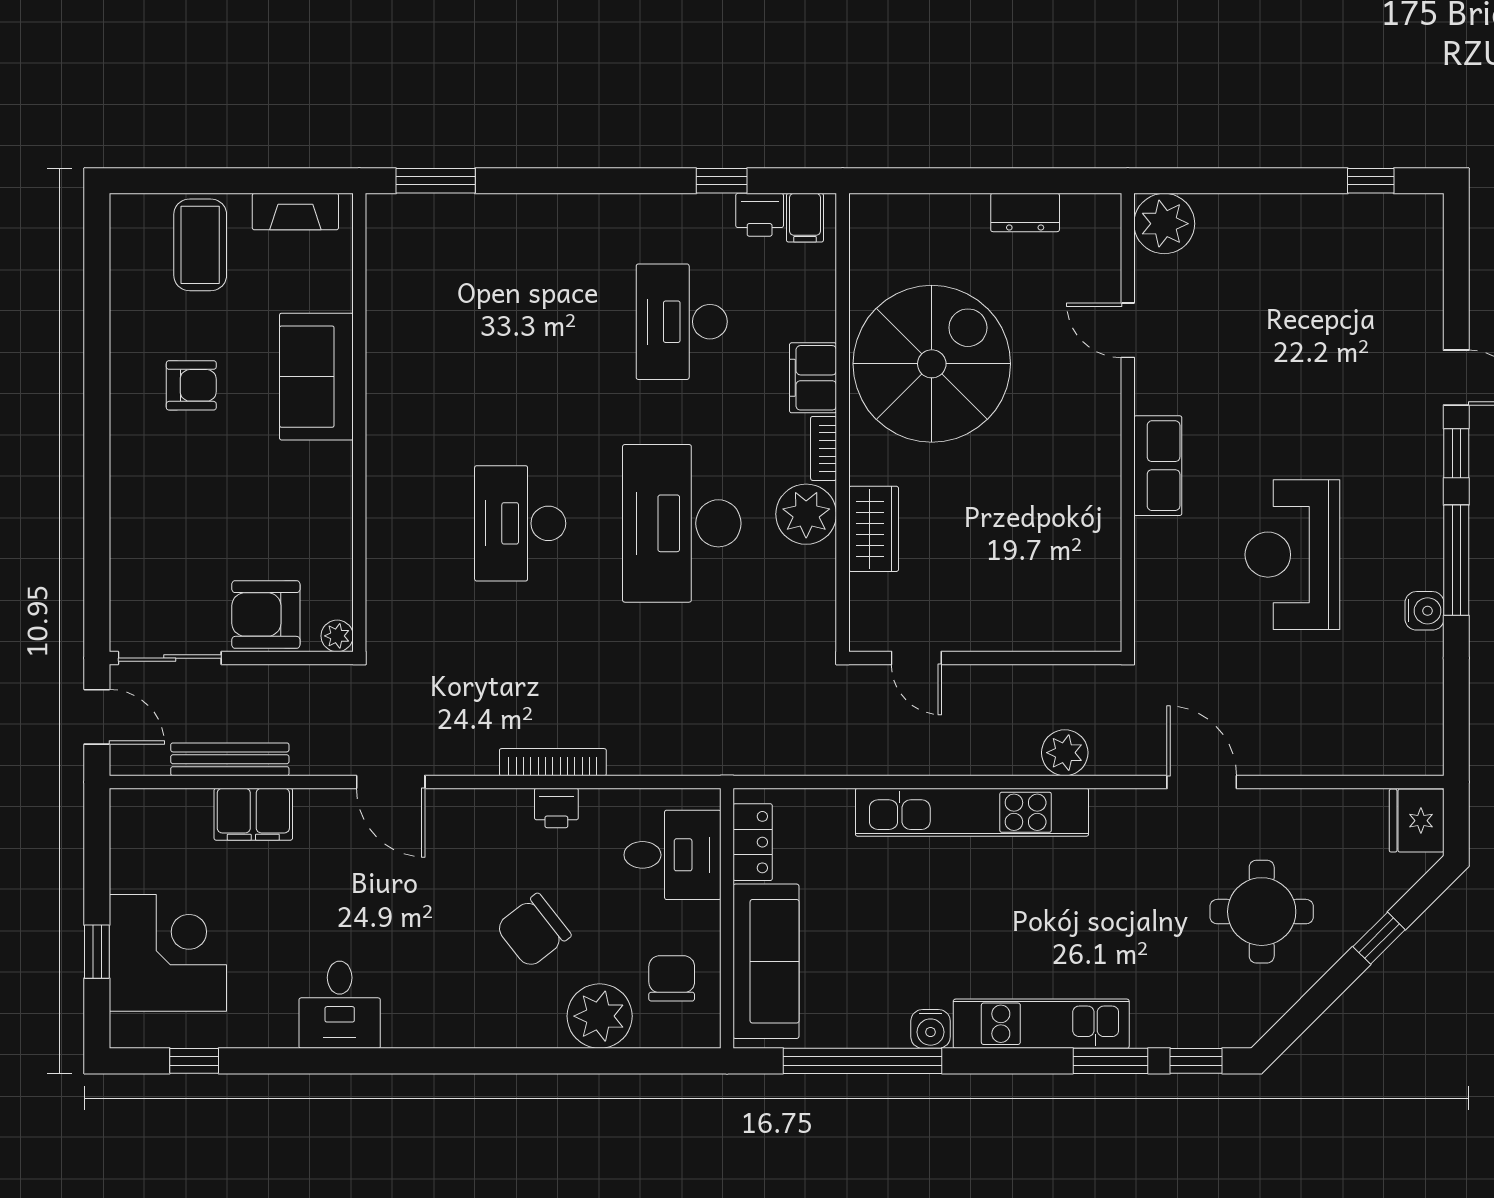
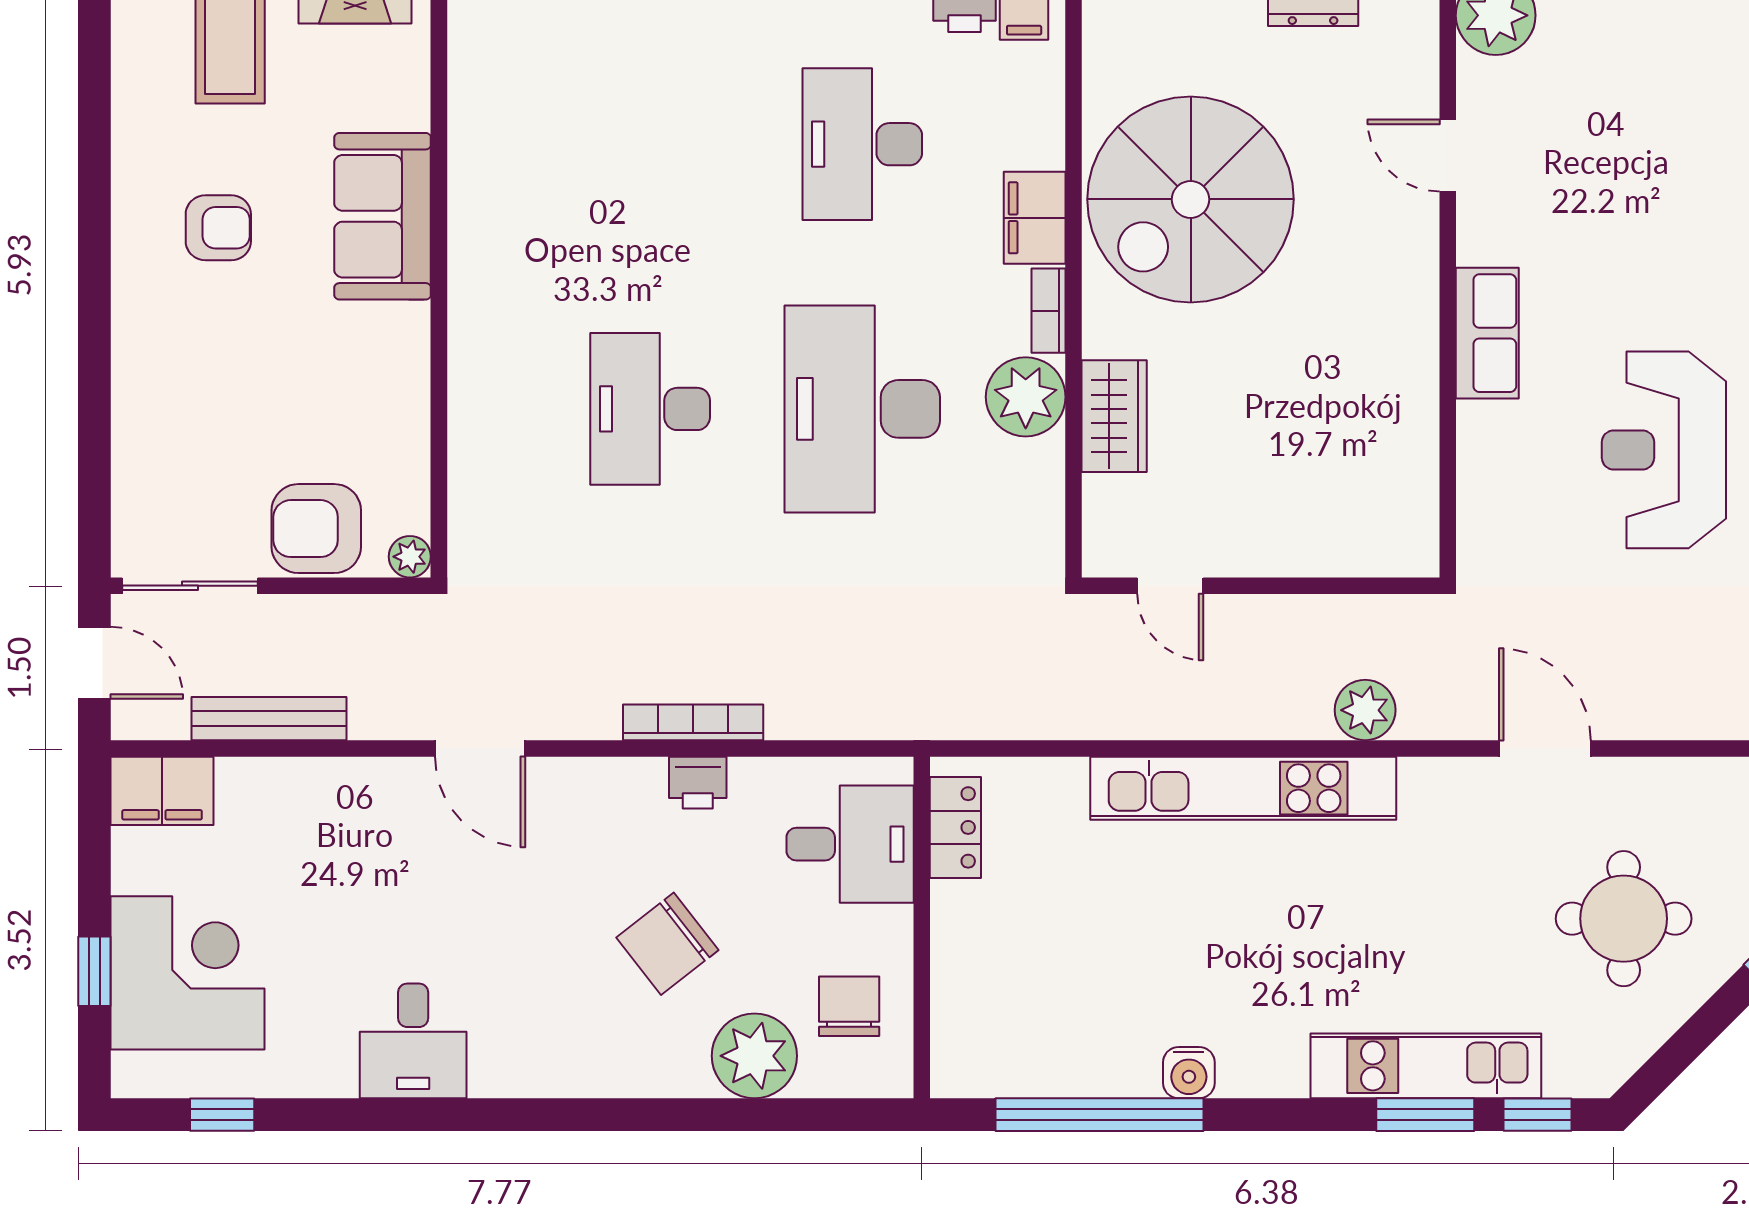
spiral stairs: (932, 364) -> (1191, 199), turned 180
filing cabinet: (253, 814) -> (162, 791), moved
sofa: (766, 961) -> (973, 984), removed
kitchen unit: (1041, 1024) -> (1426, 1066), moved

